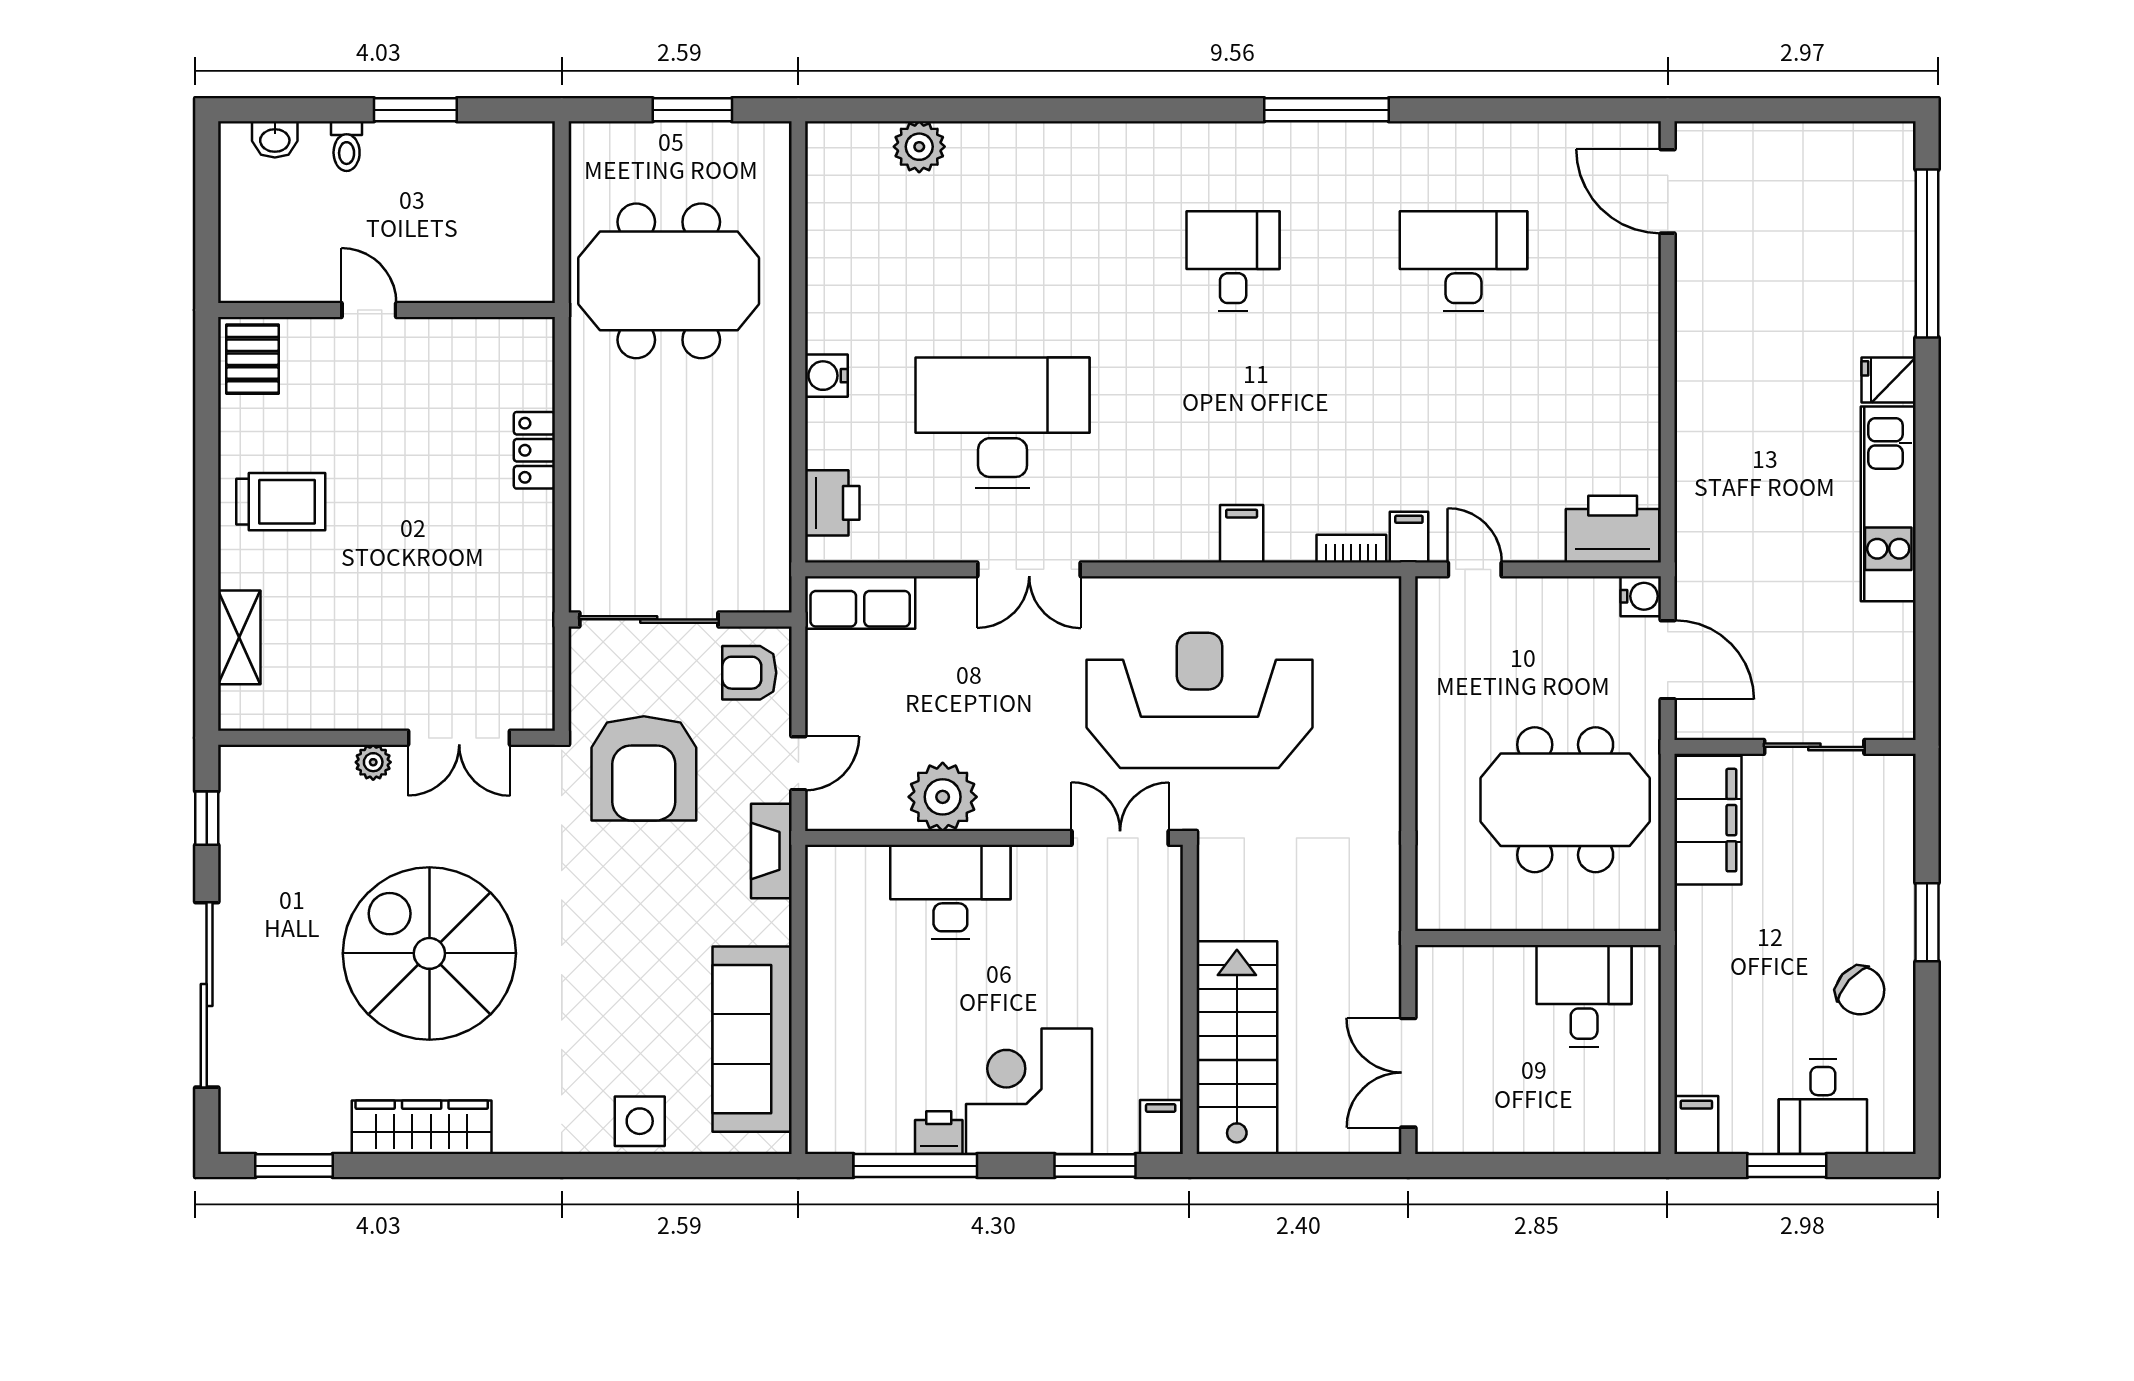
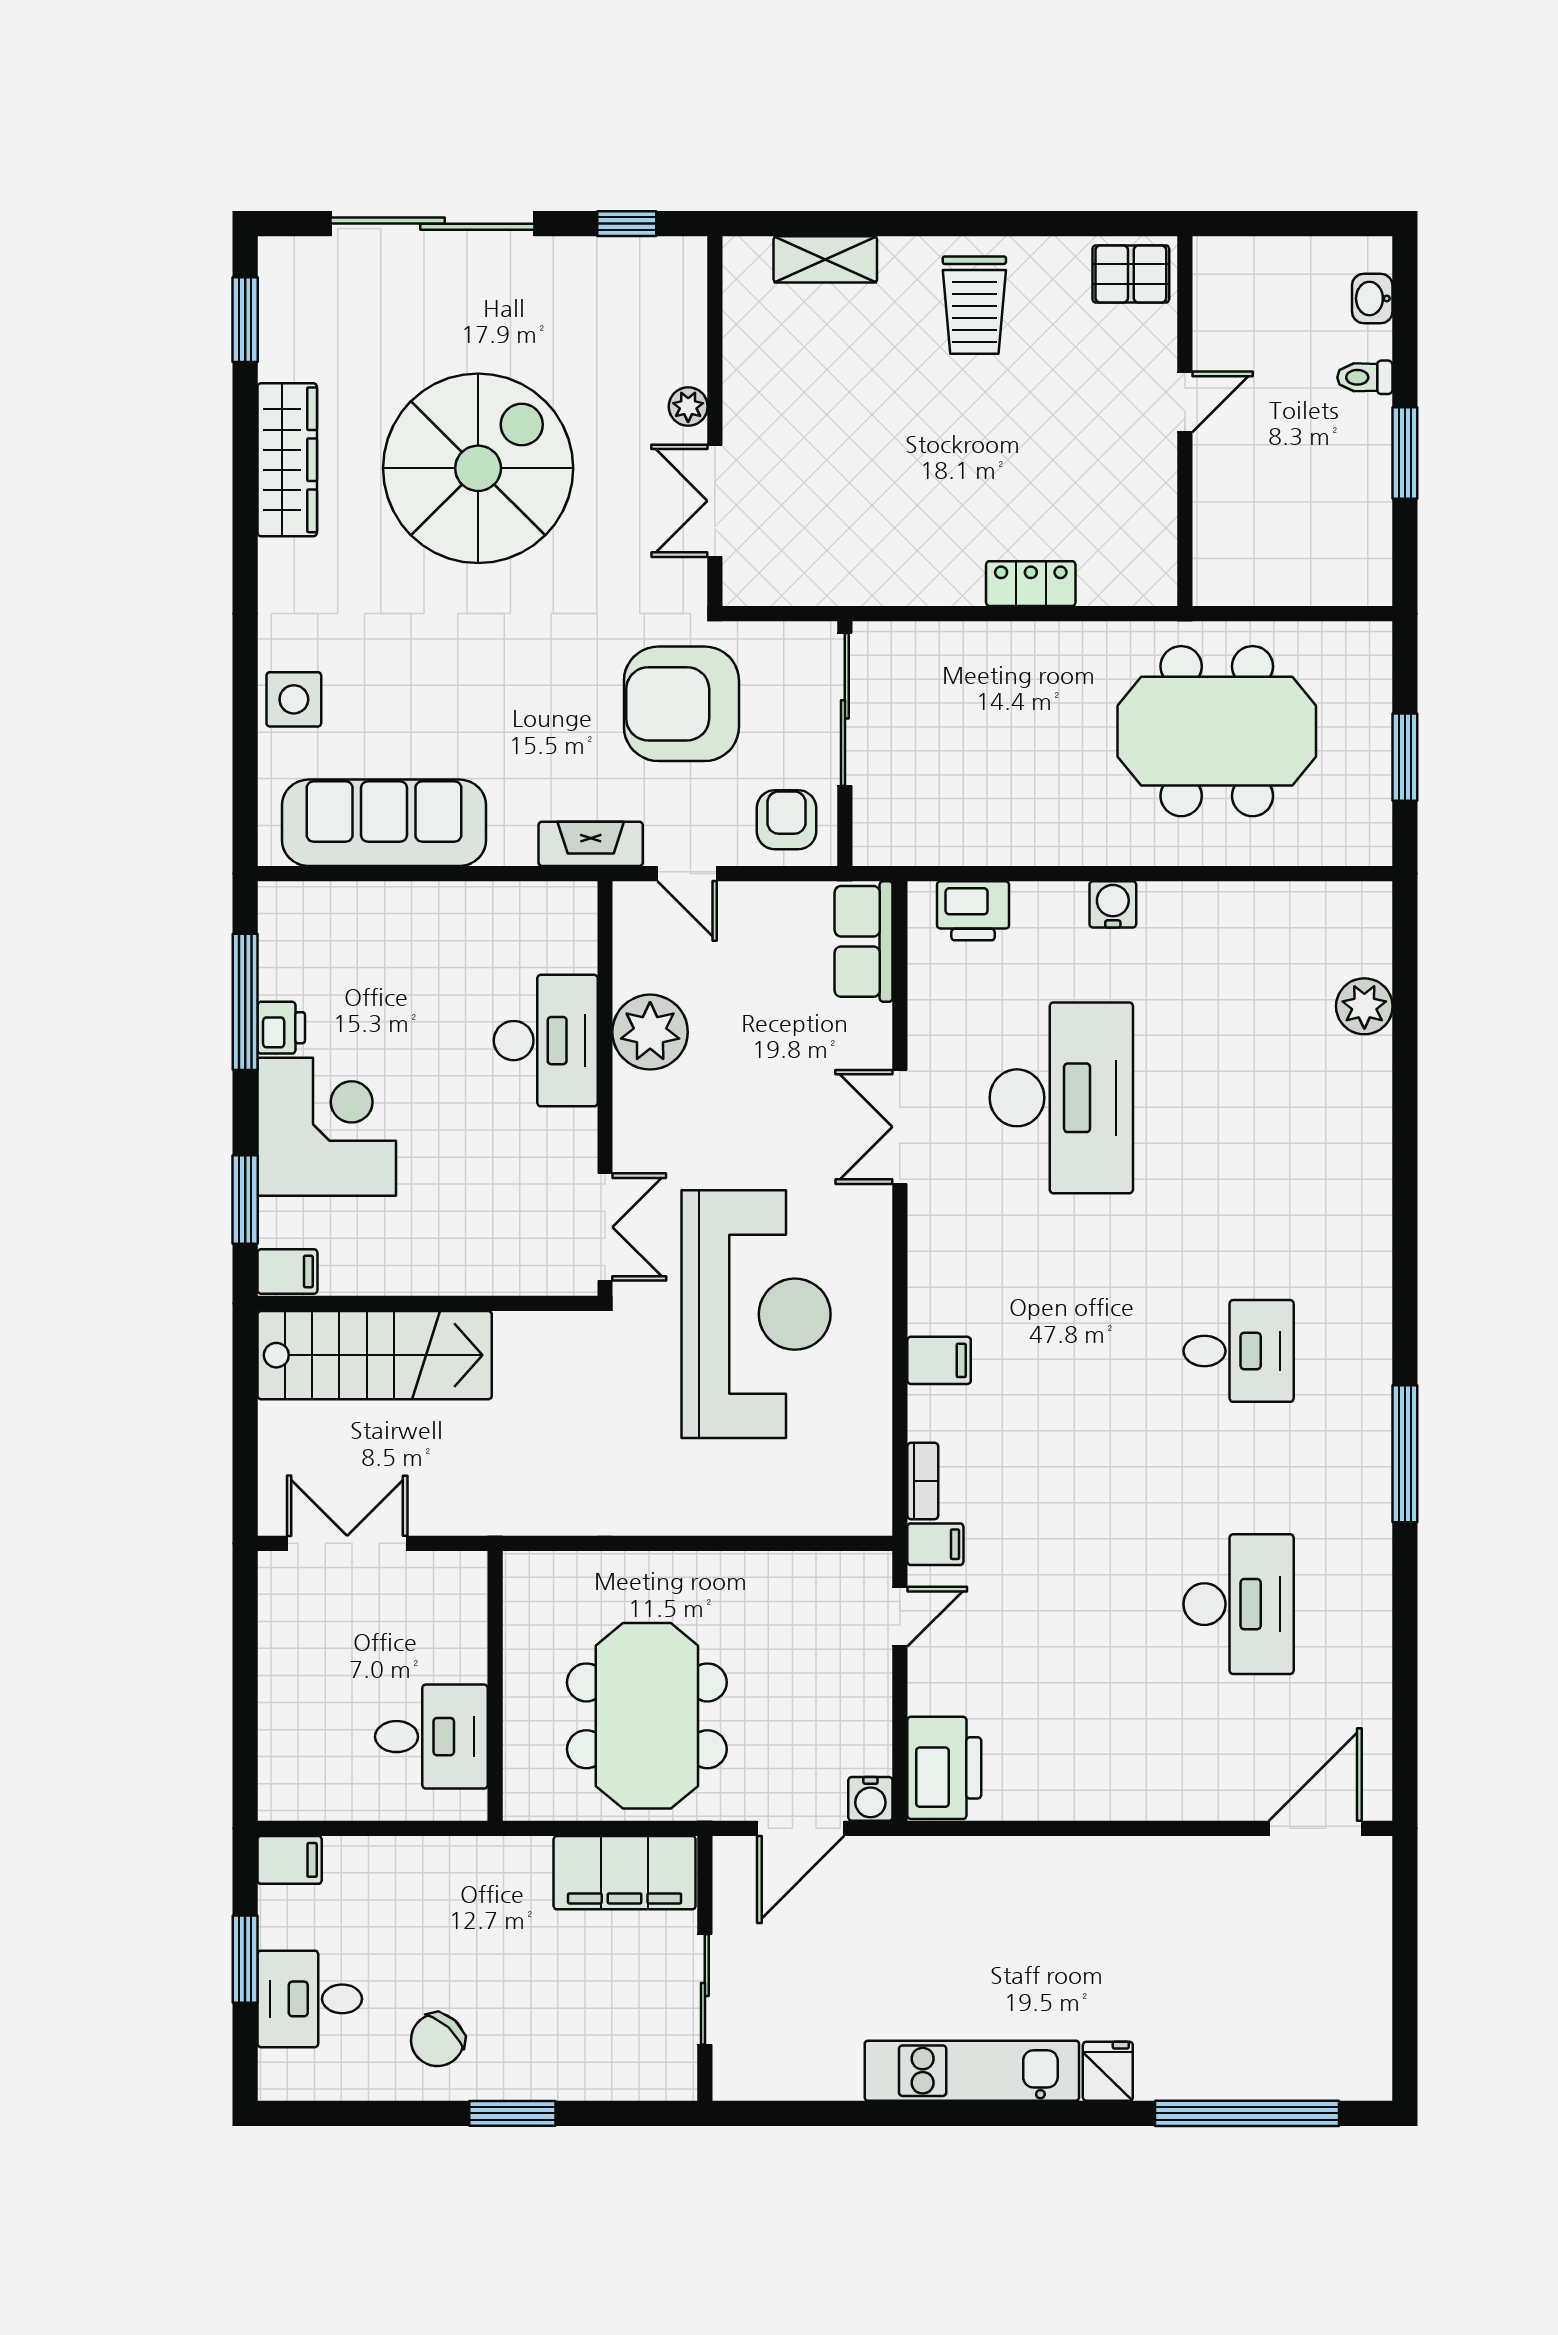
meeting table: (669, 281) -> (1217, 731), turned 90

